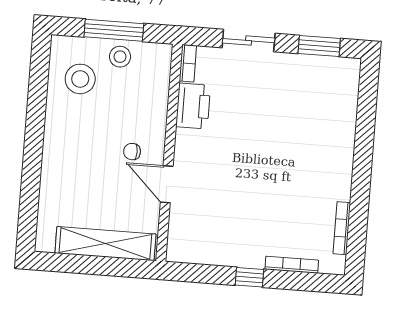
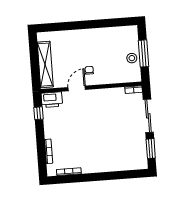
sliding door: (249, 41) -> (148, 116), width x1.37
stool: (80, 79) -> (119, 41), removed
printer: (193, 106) -> (52, 100), moved
window: (249, 277) -> (38, 113), moved

